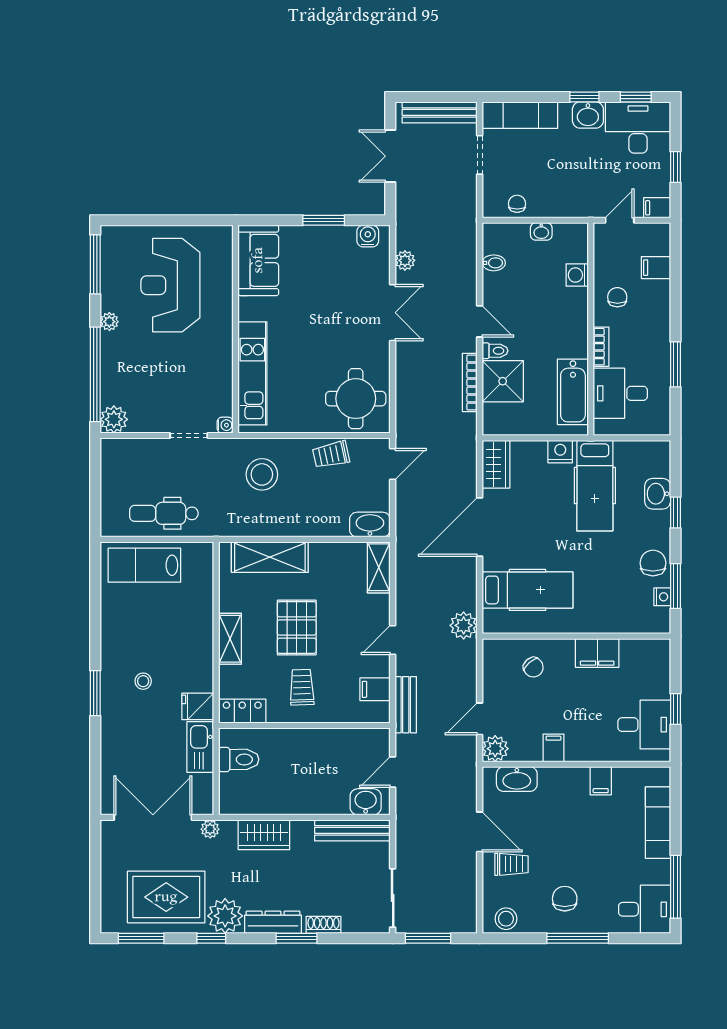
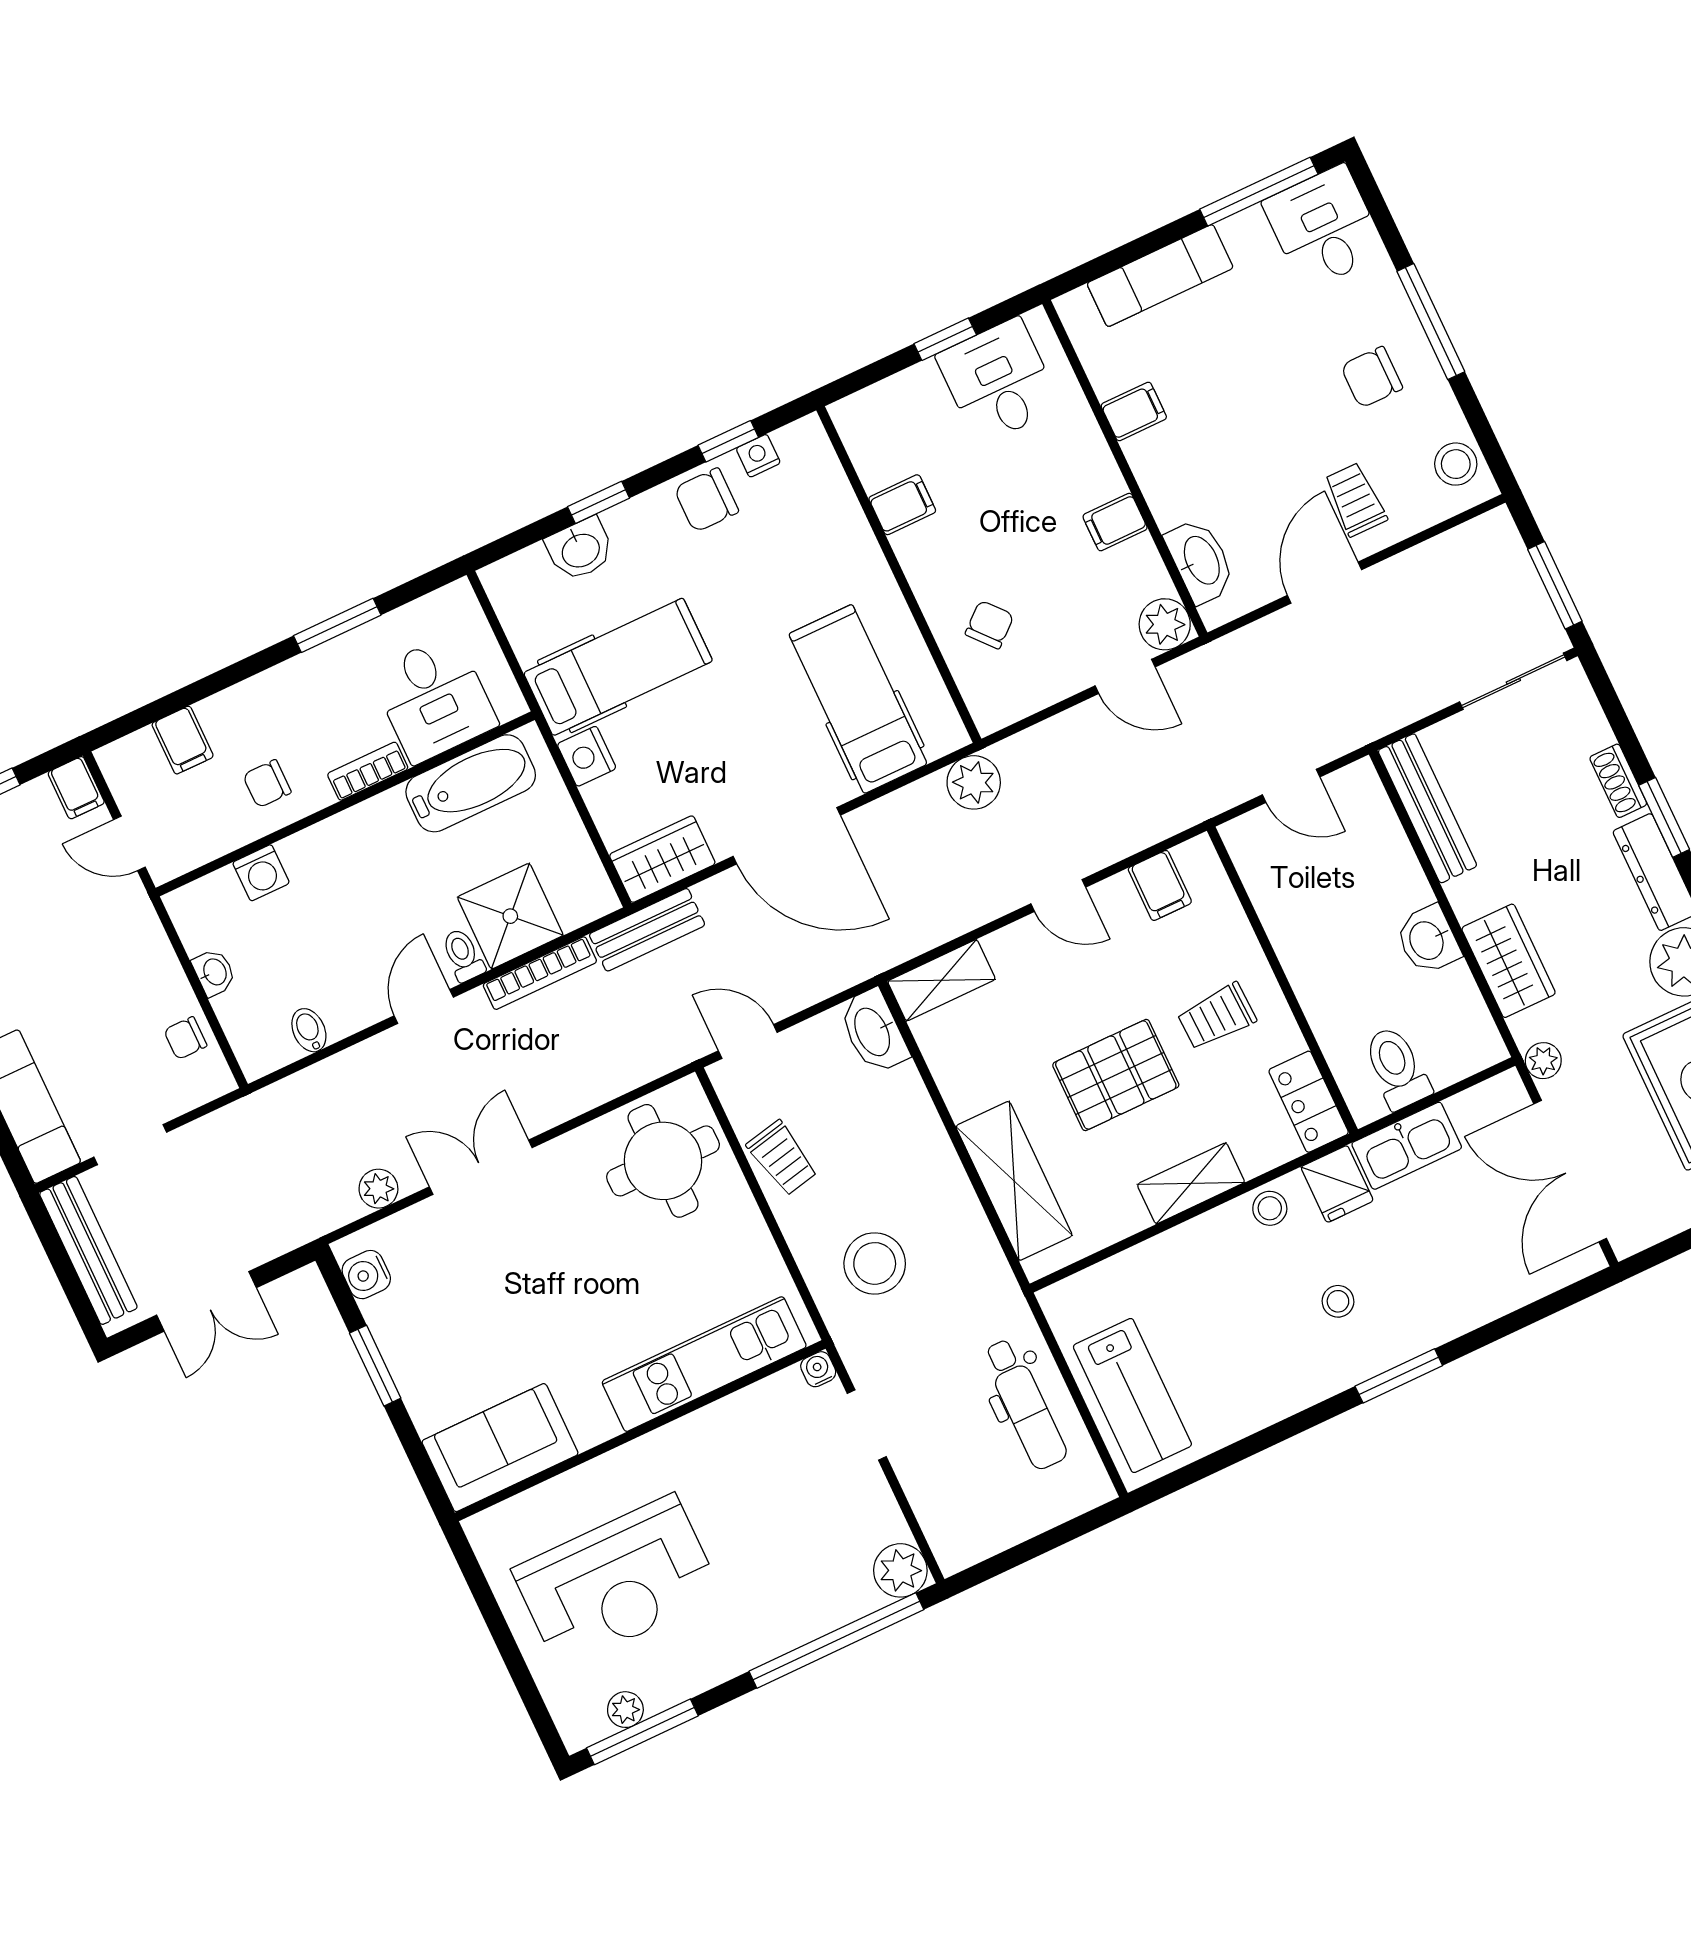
plant: (109, 322) -> (625, 1710), moved
window: (675, 586) -> (728, 441), width x0.67
filing cabinet: (597, 653) -> (902, 505), width x0.50
stool: (201, 670) -> (1270, 1208), added
bench: (406, 705) -> (647, 930), moved
washbasin: (366, 802) -> (1428, 940), moved

